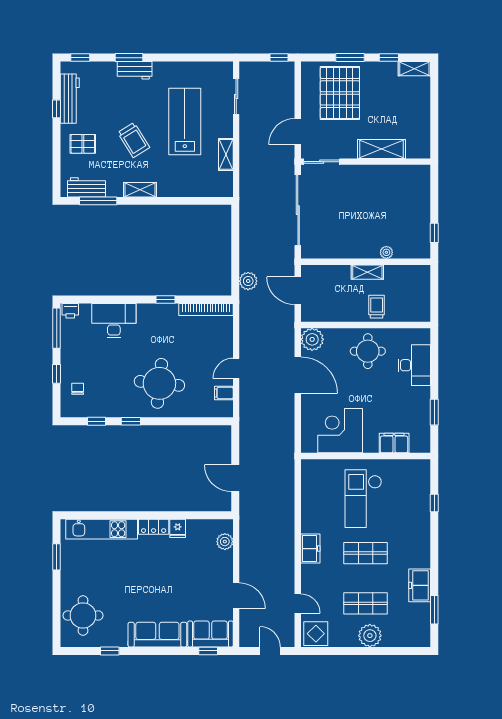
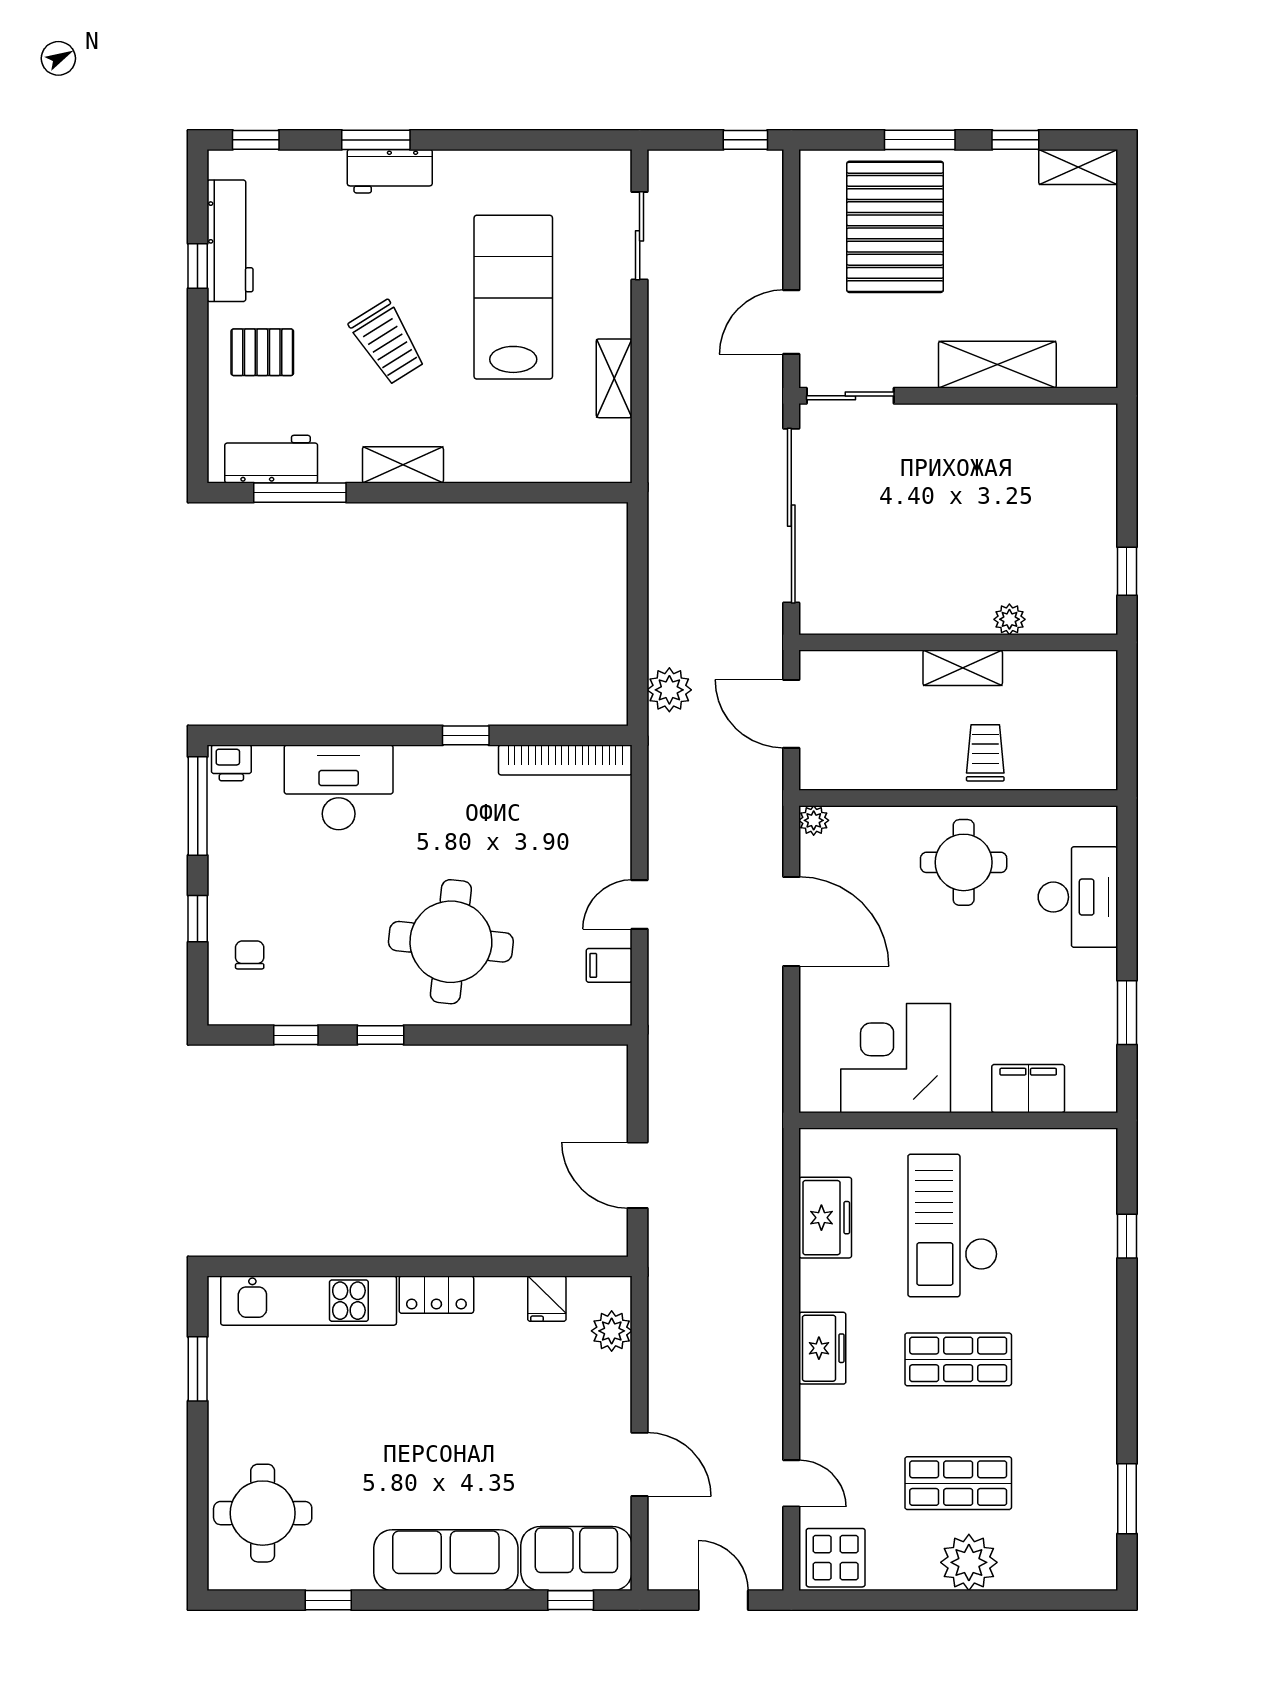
plant: (312, 339) -> (814, 820), width x0.53, depth x0.53
fridge: (178, 528) -> (547, 1299), moved
freezer: (420, 585) -> (825, 1218), moved, turned 180

